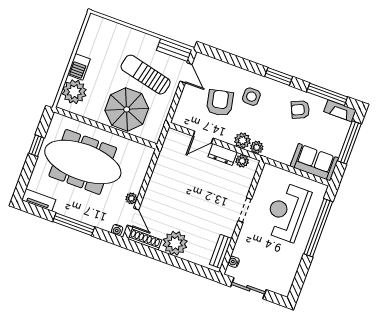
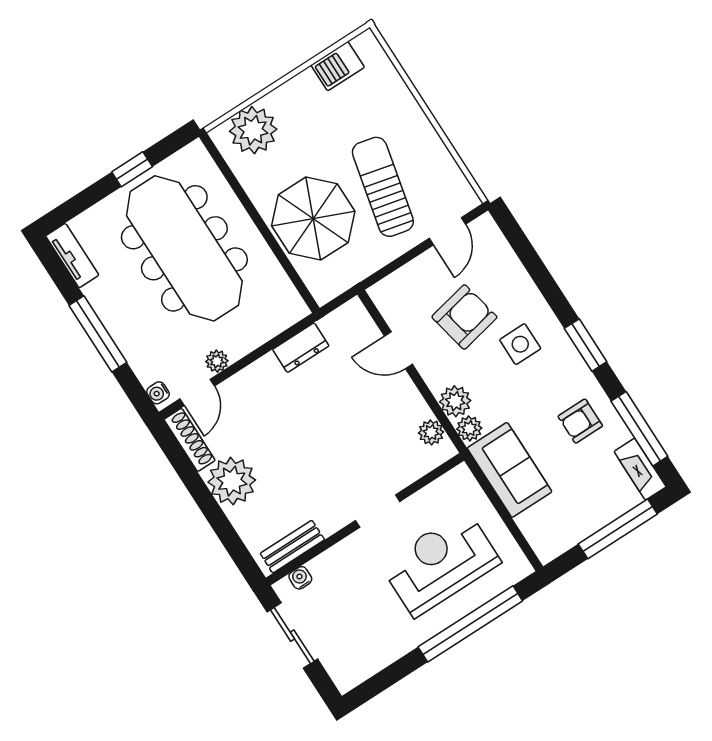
bench: (174, 50) -> (456, 182), removed
barbecue: (79, 67) -> (338, 66), moved
armchair: (300, 110) -> (580, 421), turned -66
dresser: (223, 154) -> (301, 348), moved, turned -90
sofa: (314, 162) -> (509, 470), moved

